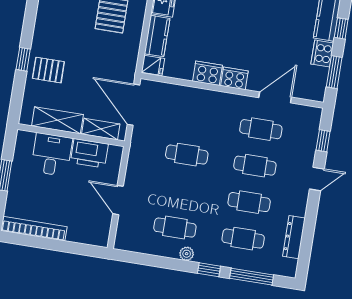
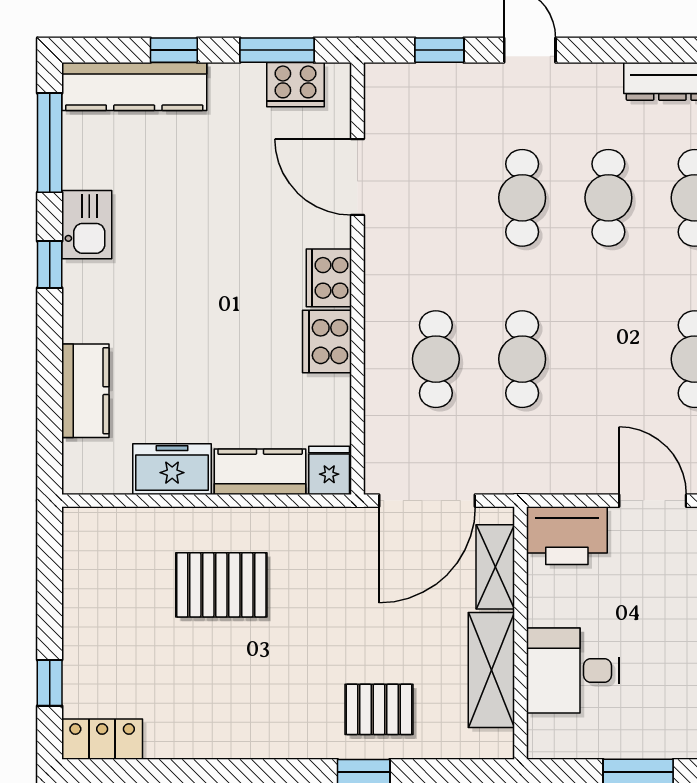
cooker: (322, 53) -> (295, 85), moved
pallet: (48, 70) -> (379, 709), turned 90
cafe table: (261, 129) -> (436, 359), moved
printer: (89, 153) -> (567, 536), moved, turned 90
door: (118, 200) -> (653, 501), swing flipped

